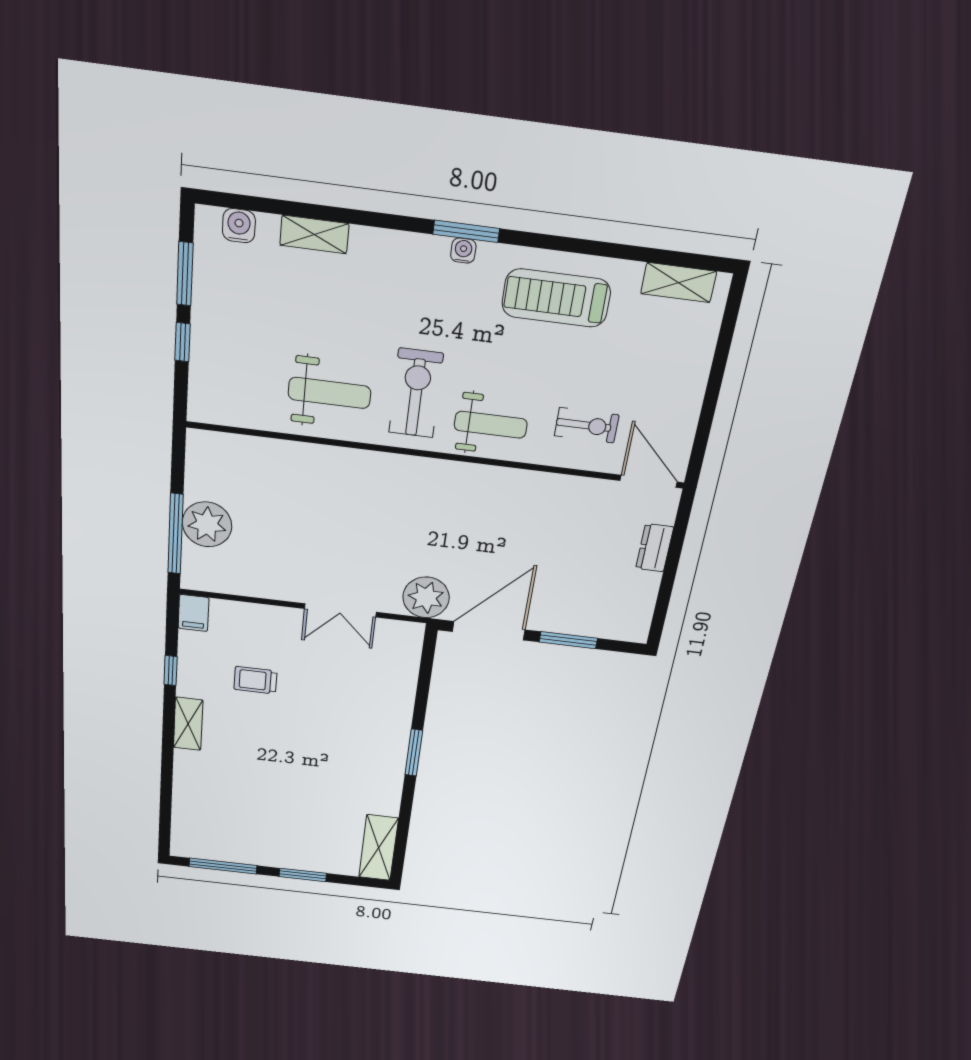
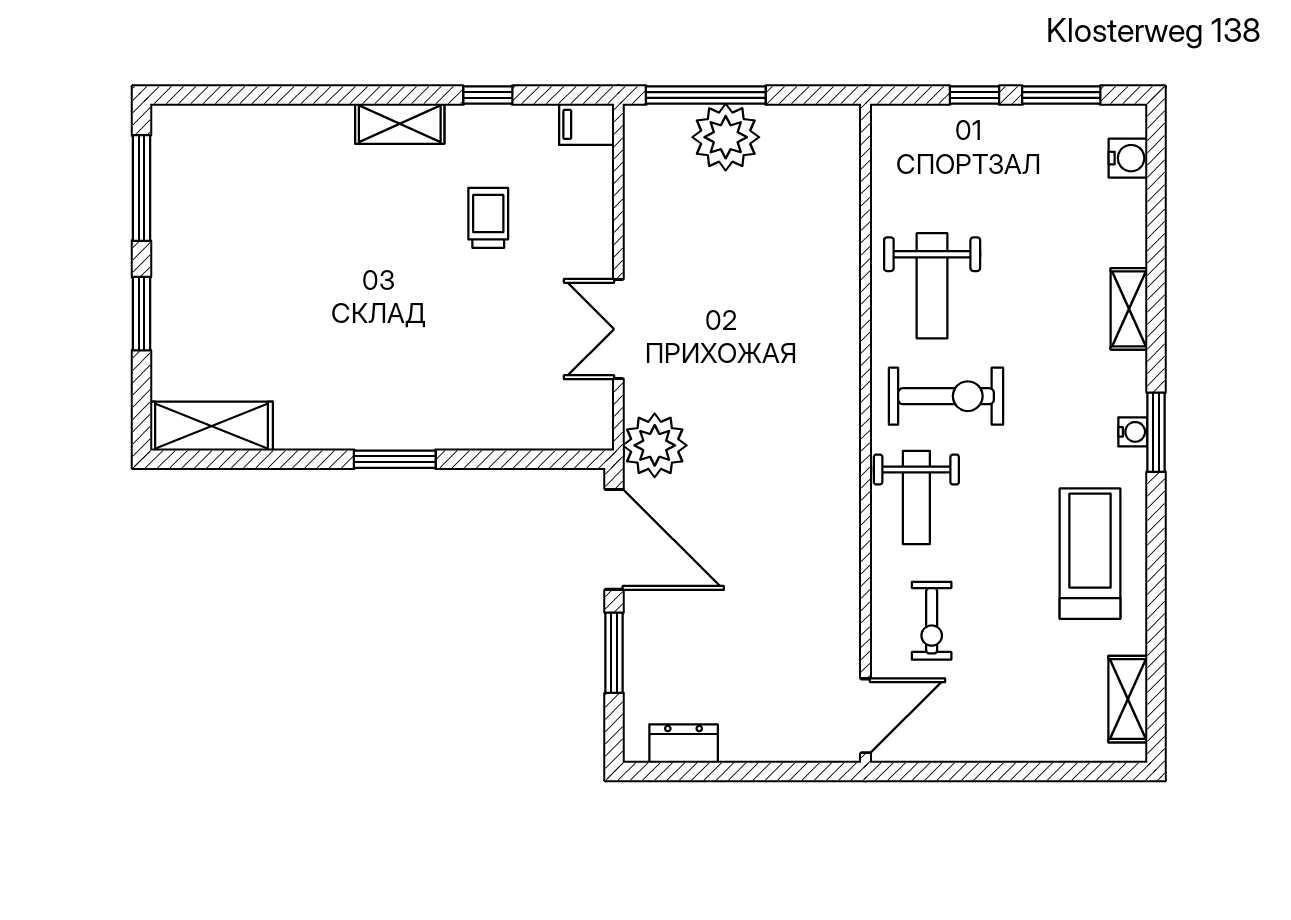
shelving: (314, 234) -> (1129, 309), moved
dresser: (655, 548) -> (684, 744), moved

